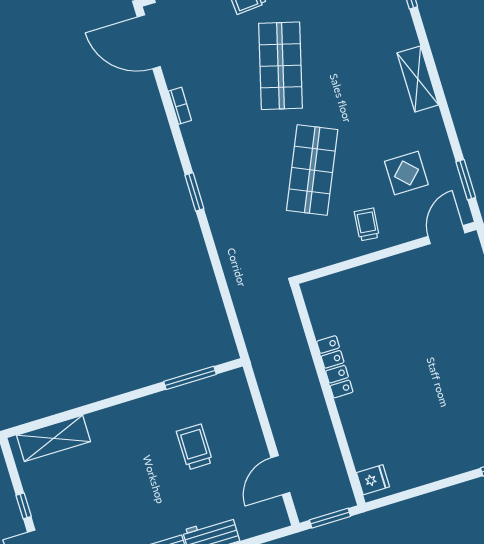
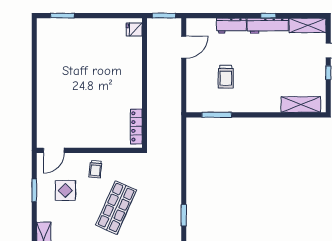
window: (466, 180) -> (34, 190), moved
locker: (335, 367) -> (136, 126), moved

